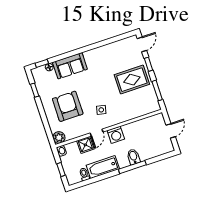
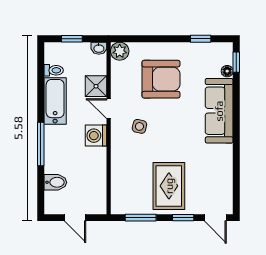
sofa: (70, 66) -> (219, 111), width x1.36
bidet: (133, 157) -> (55, 182), moved

